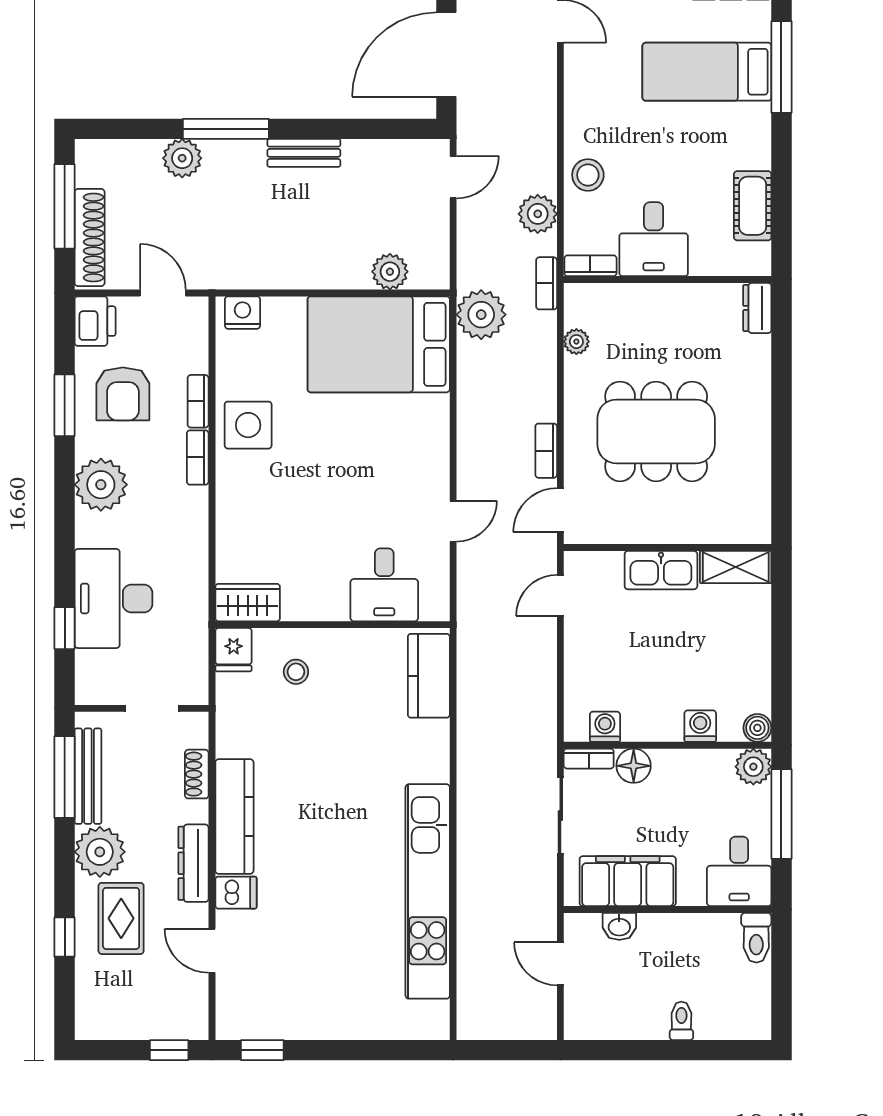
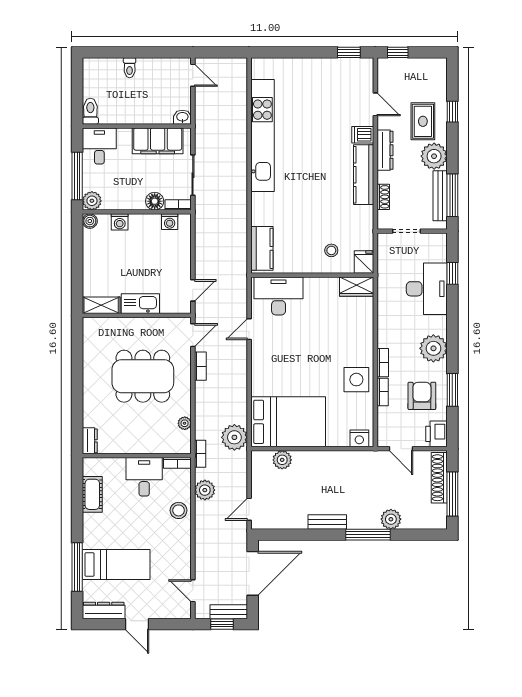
desk: (384, 585) -> (279, 296), width x1.37
washbasin: (619, 926) -> (182, 117), moved
door: (560, 964) -> (193, 75), moved

